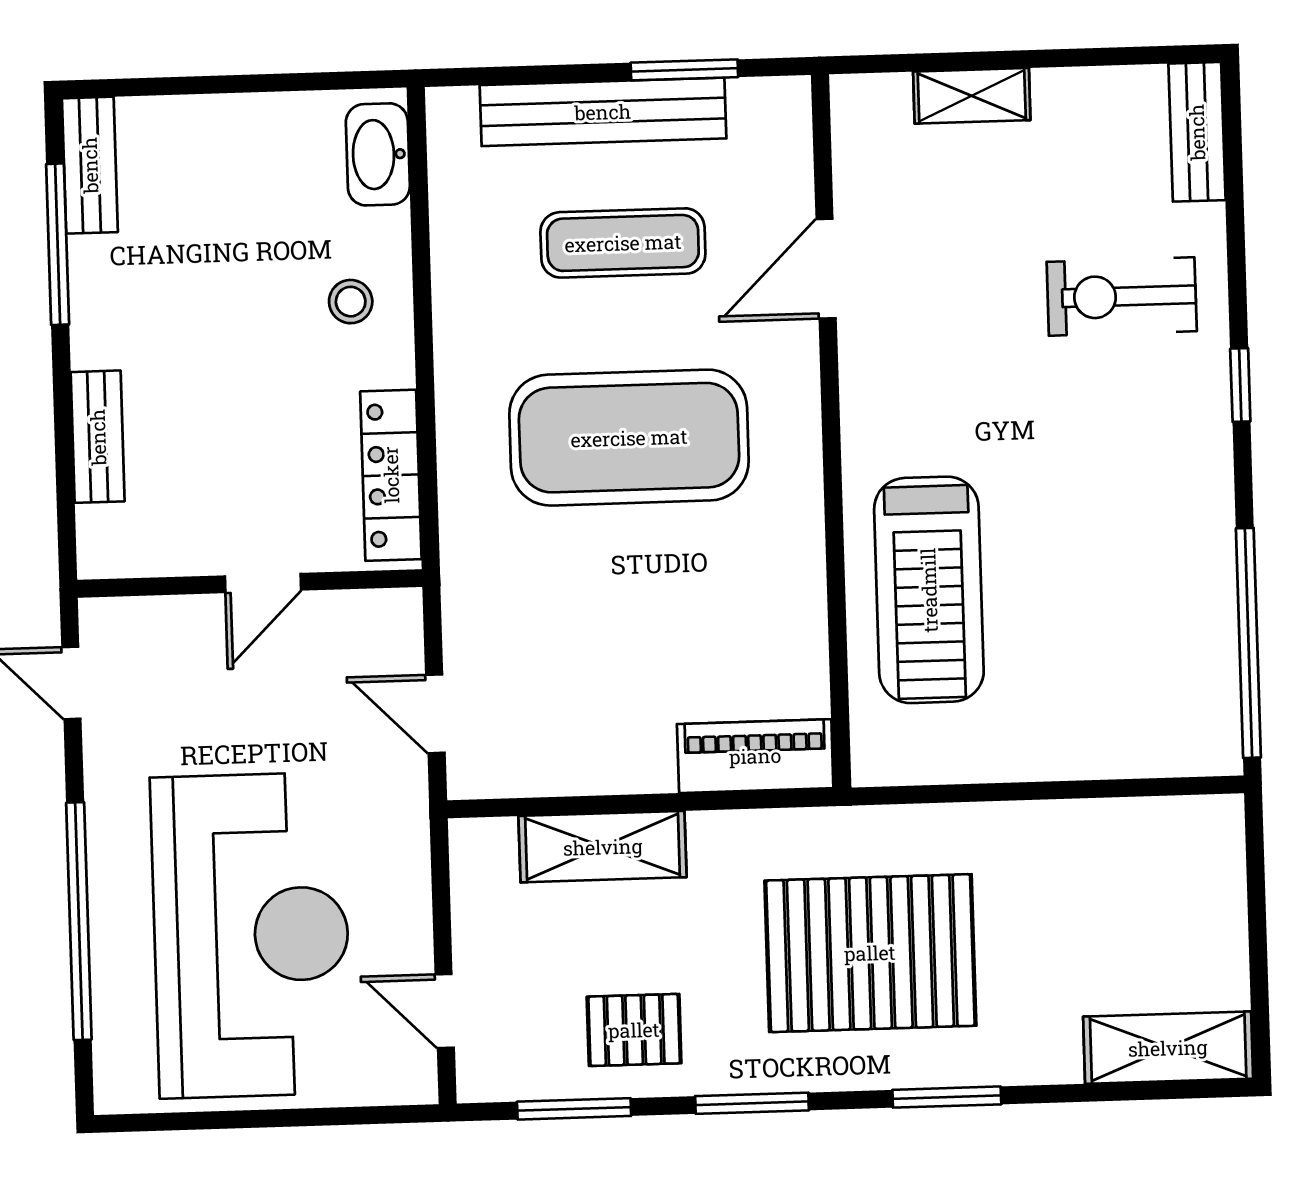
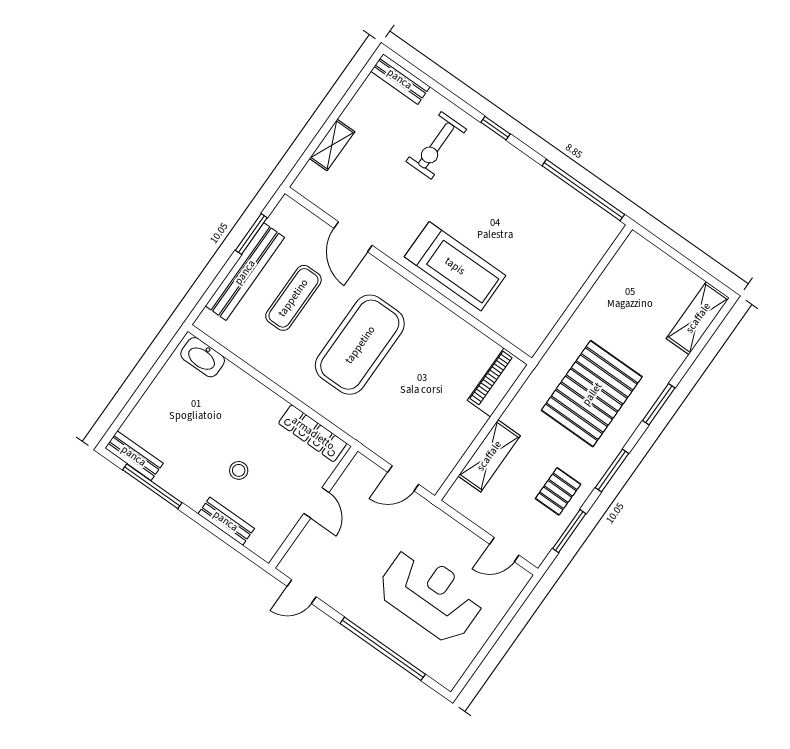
stool: (351, 302) -> (239, 470), moved
treadmill: (929, 590) -> (455, 266), moved
reception desk: (251, 935) -> (431, 595), width x0.74, depth x0.77

